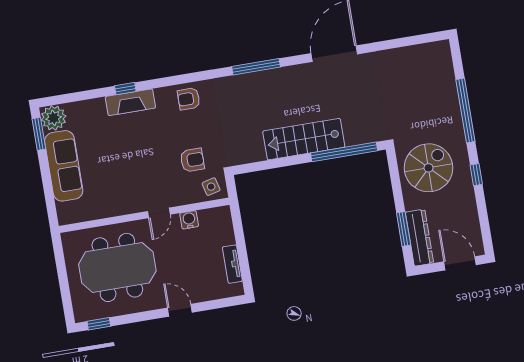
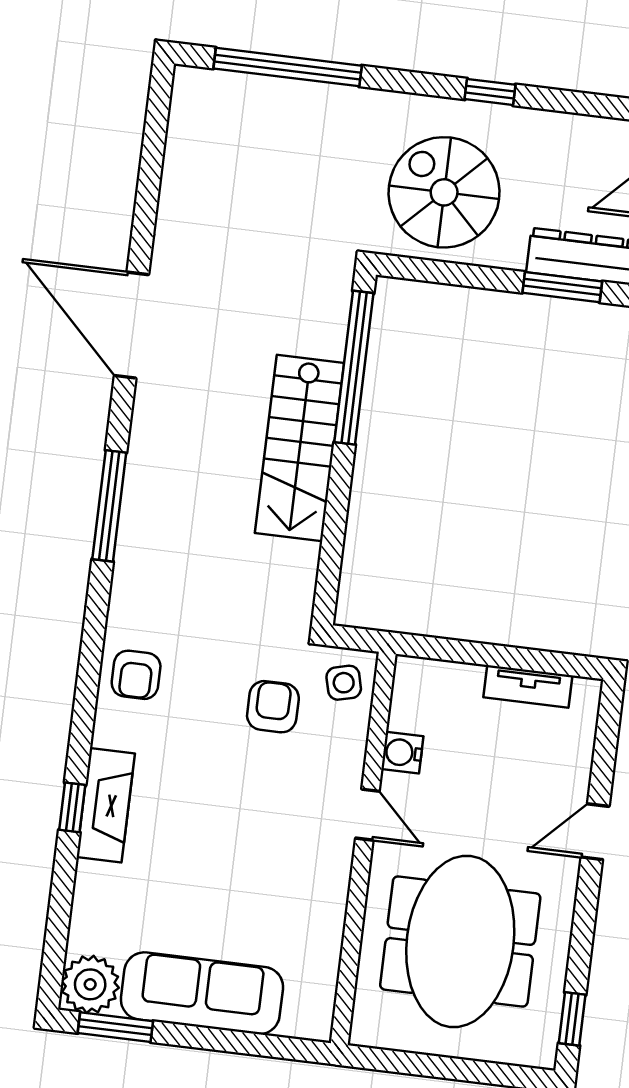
window: (465, 111) -> (288, 67), moved

